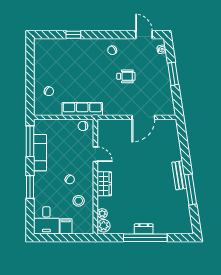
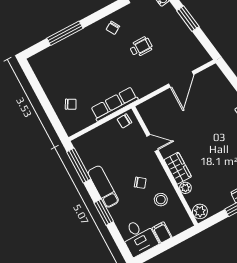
window: (73, 35) -> (65, 33), width x2.17
exam couch: (40, 153) -> (103, 187), moved
plant: (102, 213) -> (185, 188), moved

